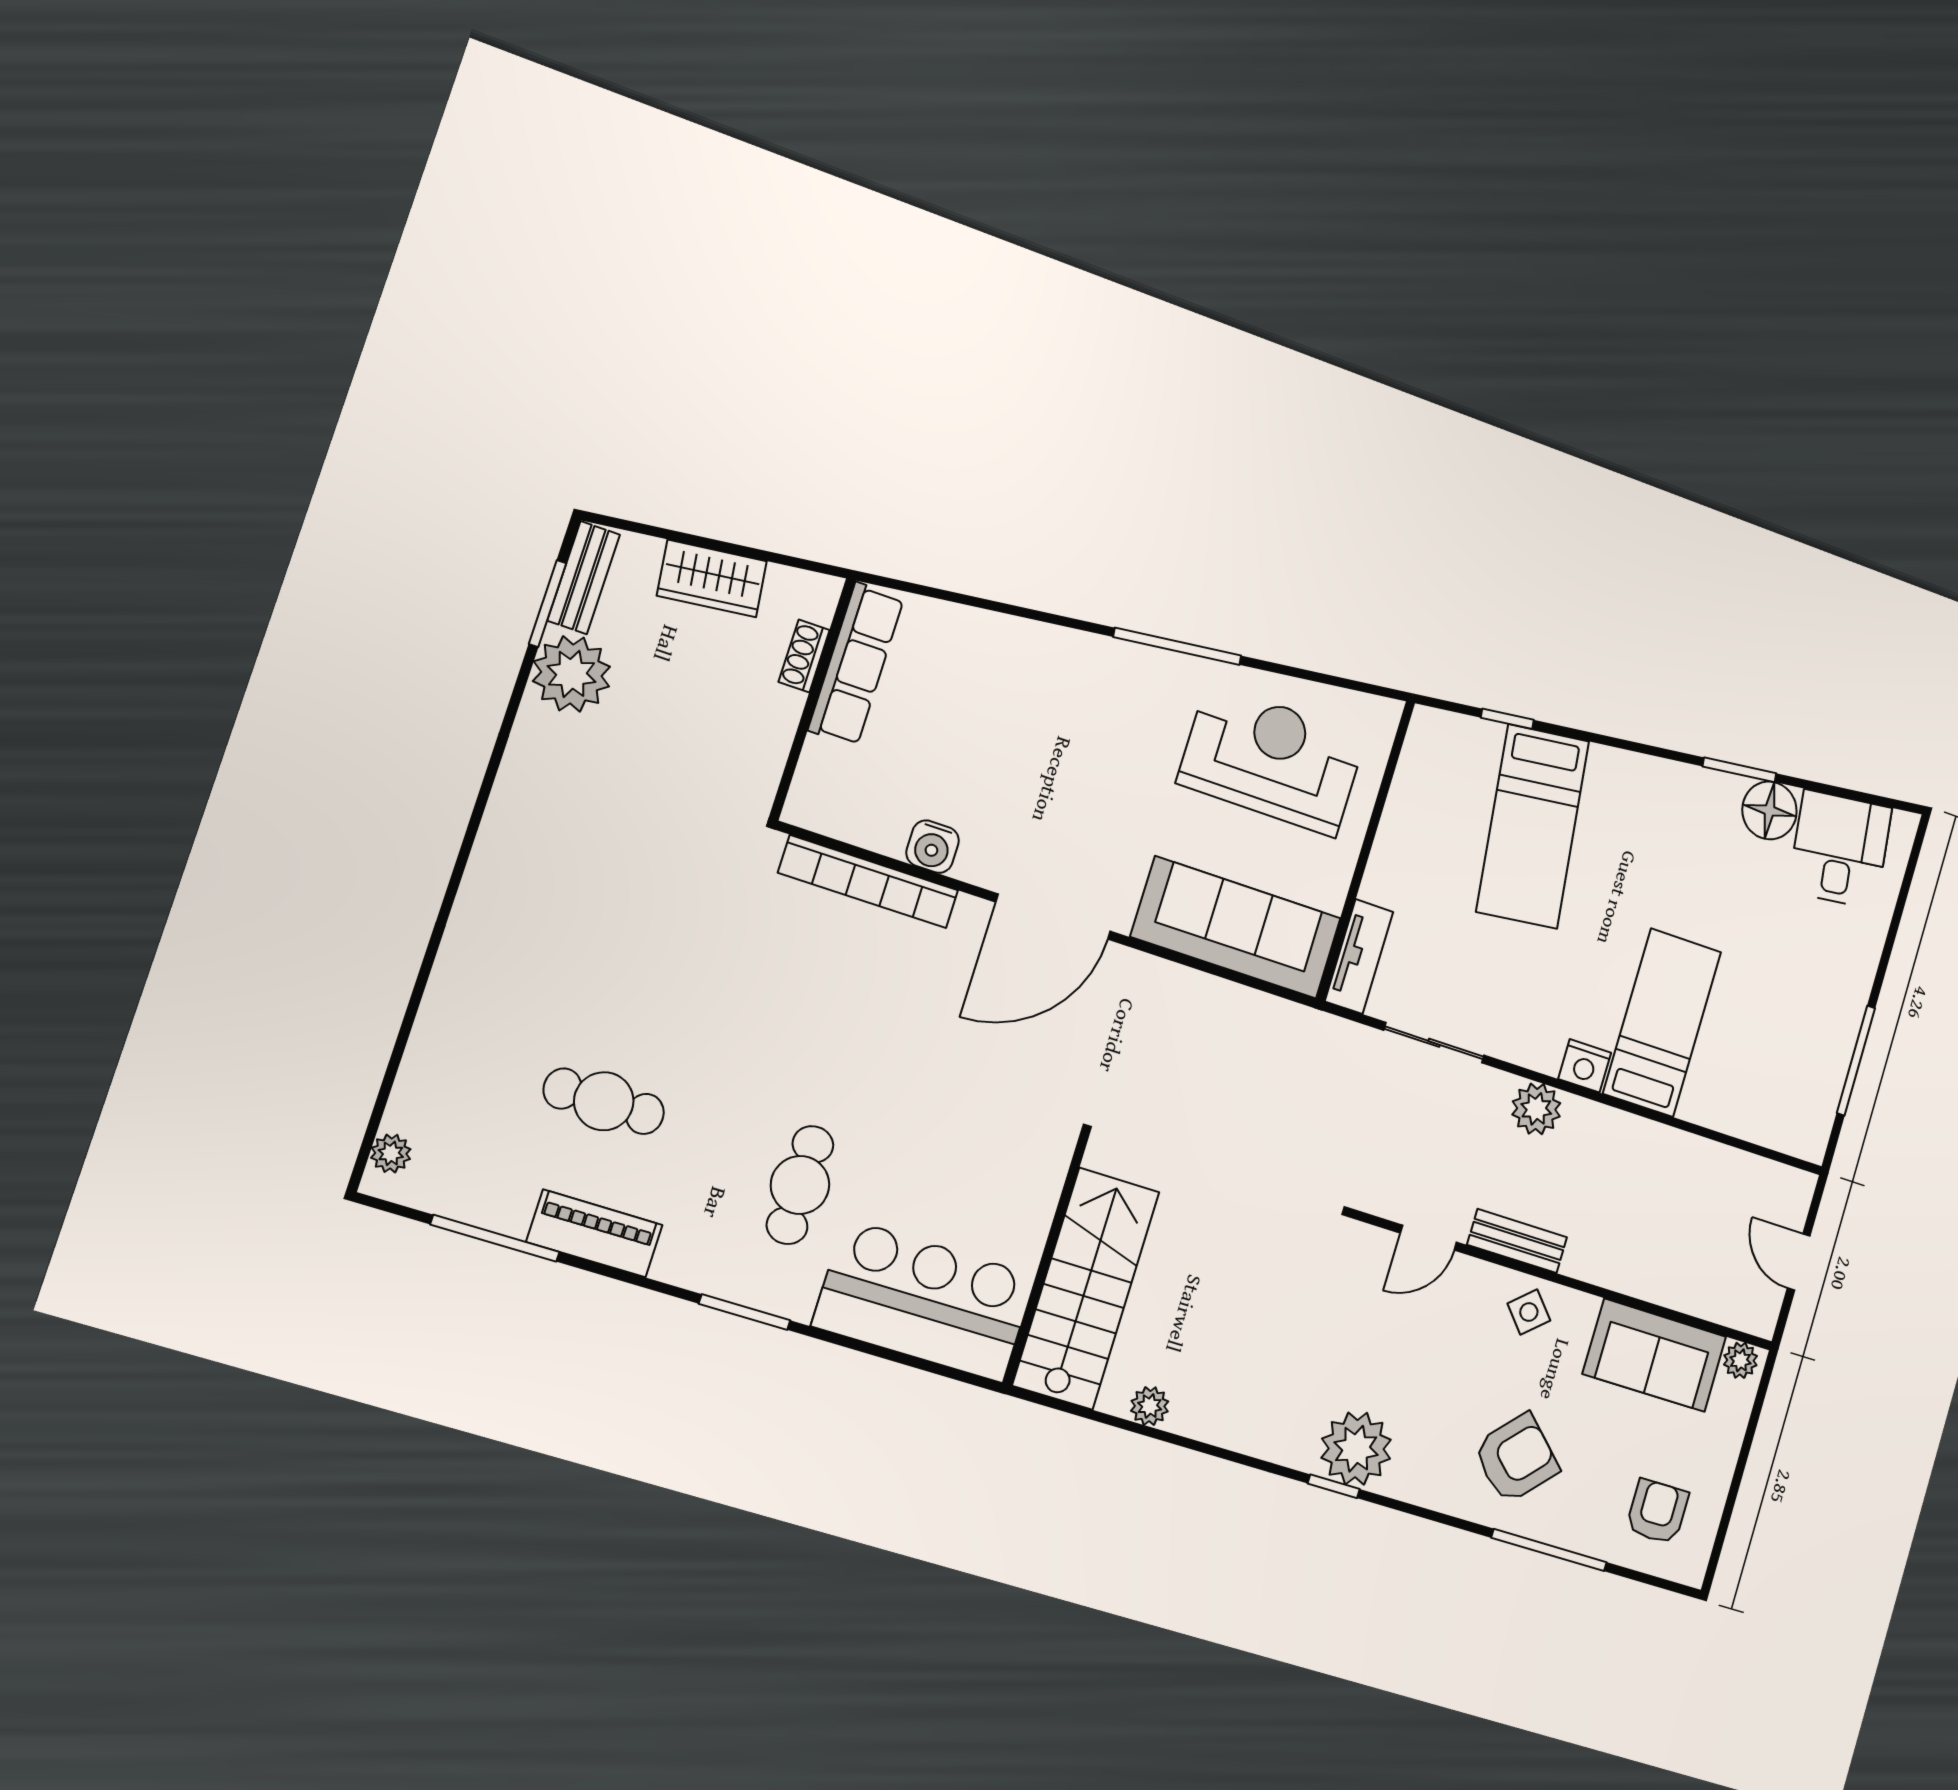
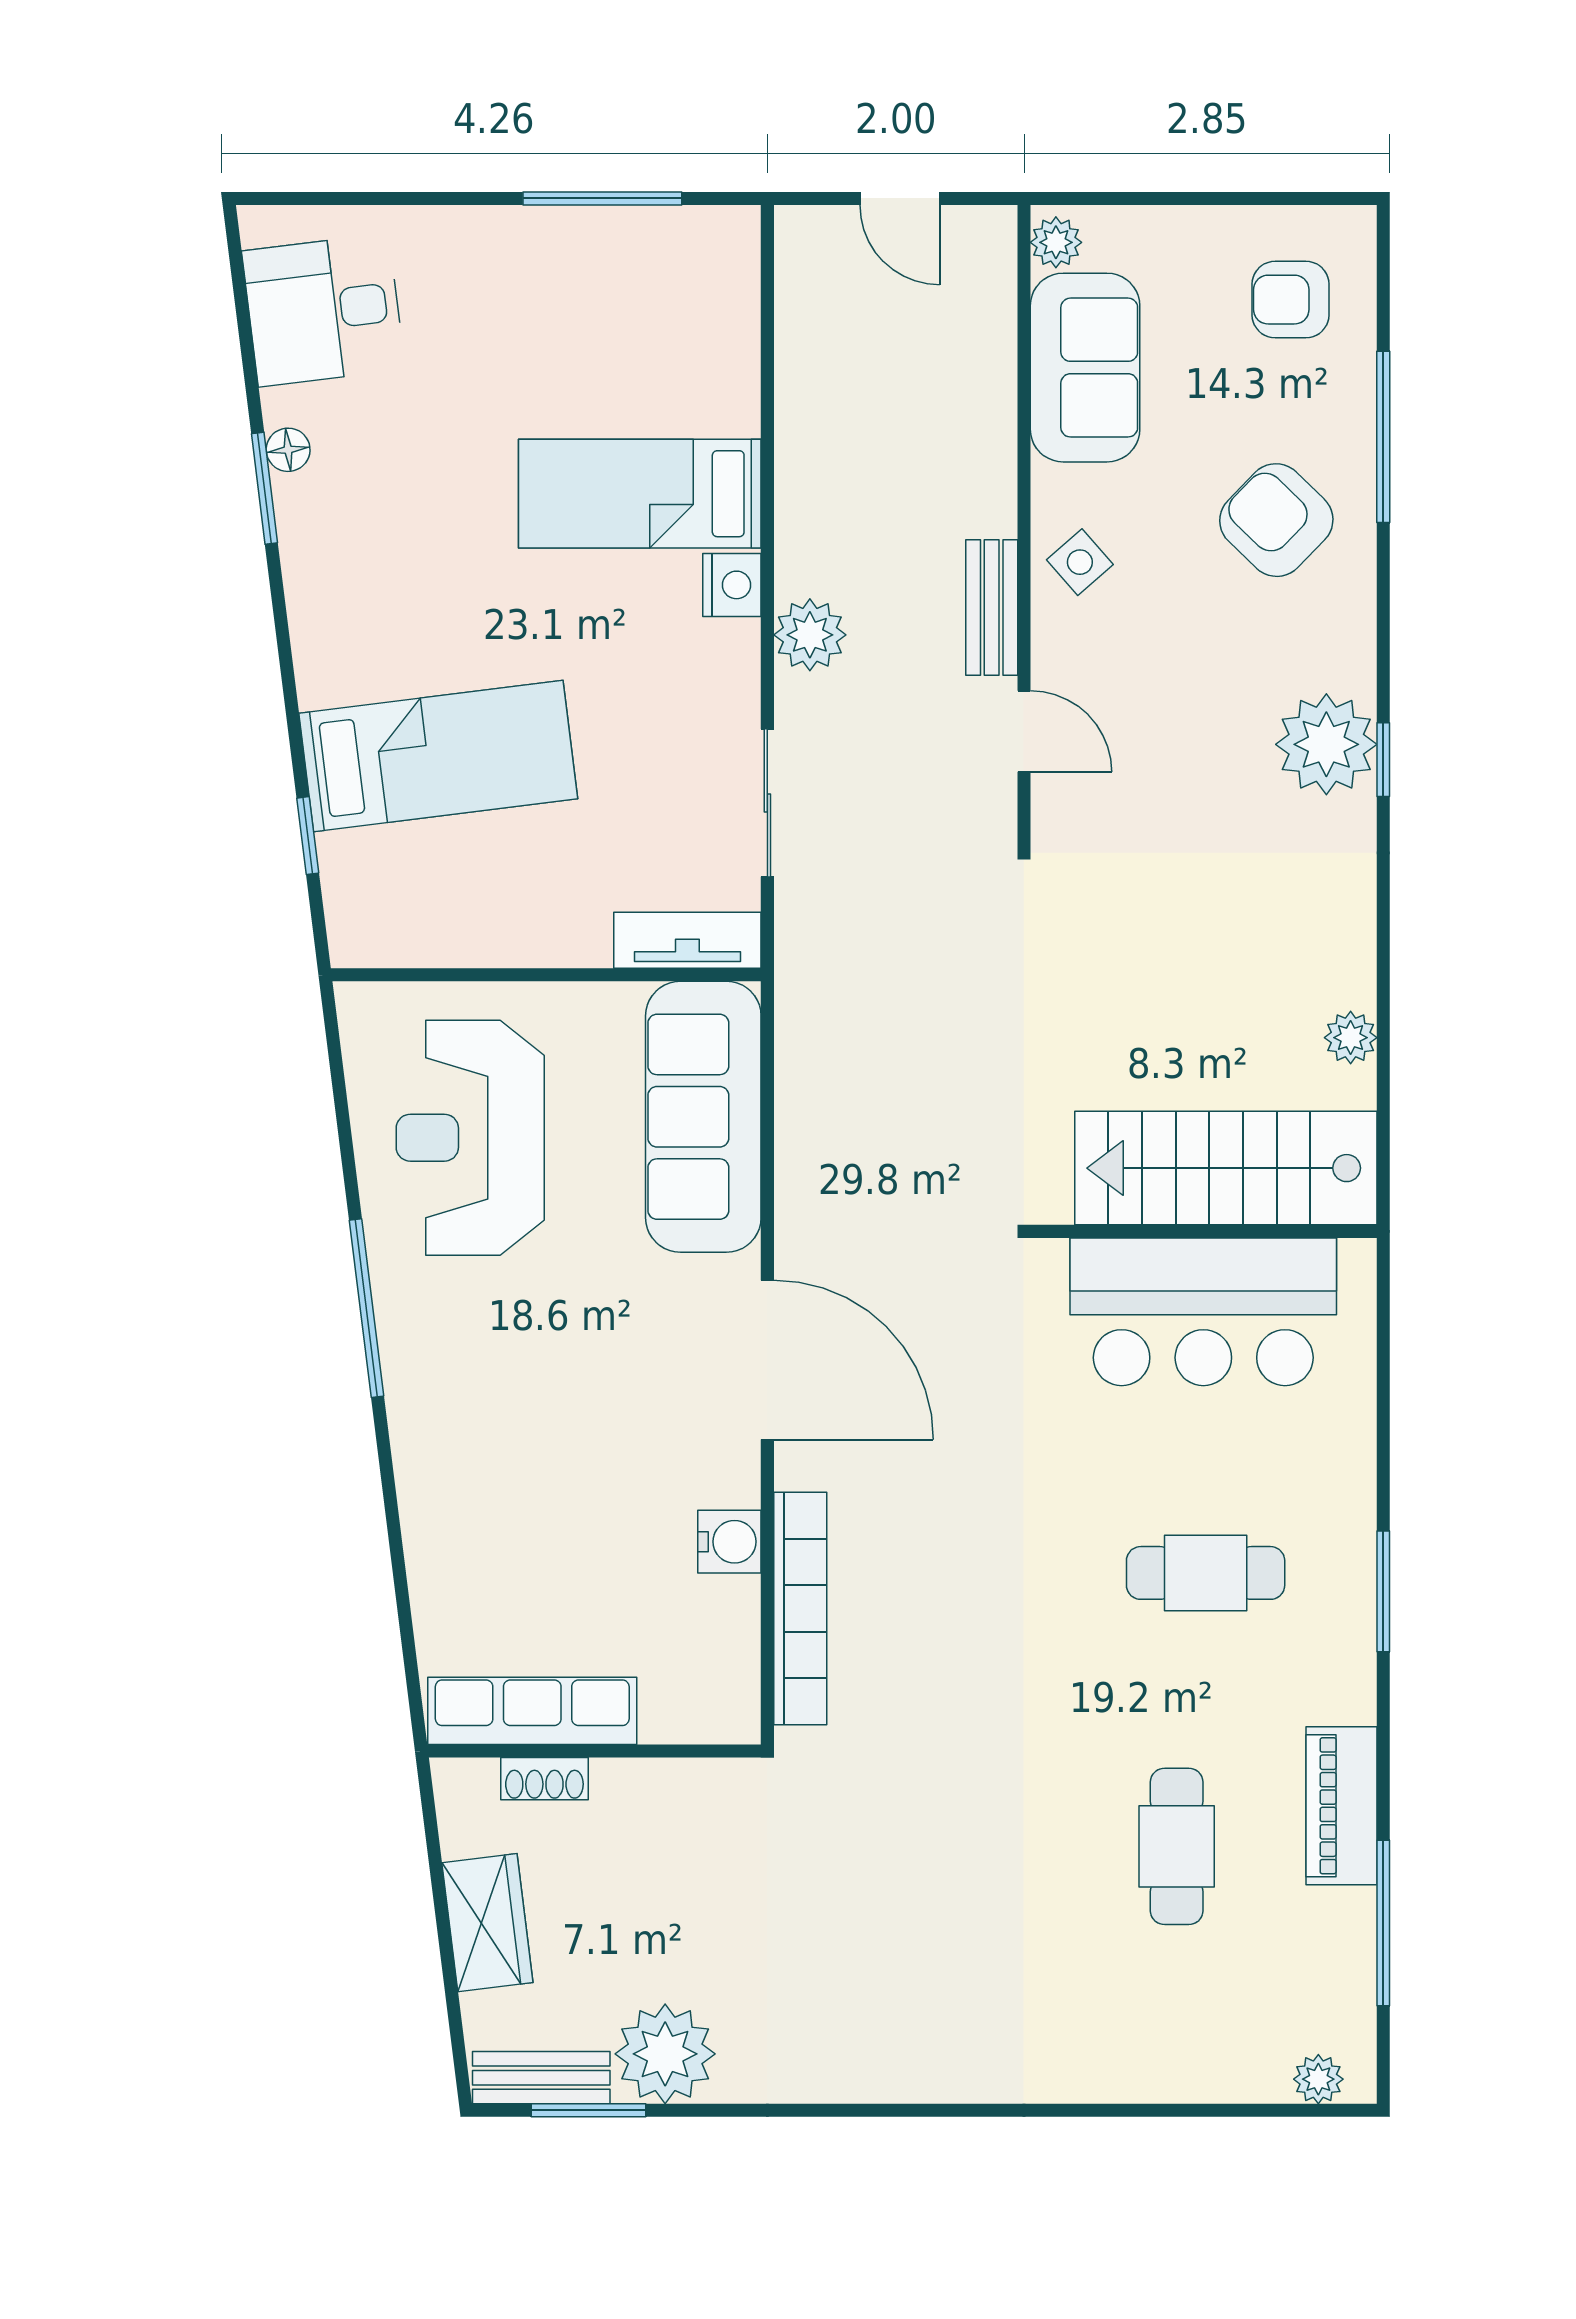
floor lamp: (1769, 810) -> (288, 450), width x0.53, depth x0.53
door: (1799, 1262) -> (900, 198), hinge flipped
bar counter: (924, 1301) -> (1203, 1312), moved, turned -90

